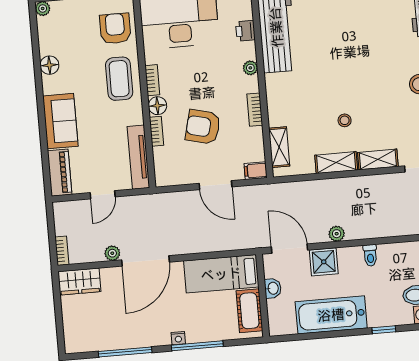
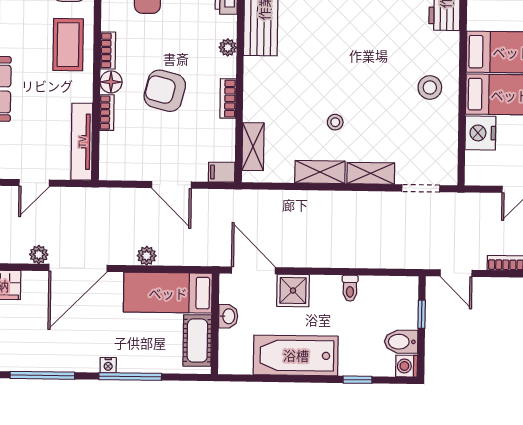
armchair: (203, 127) -> (165, 91), moved
plant: (337, 234) -> (147, 256), moved

